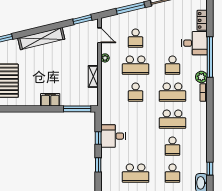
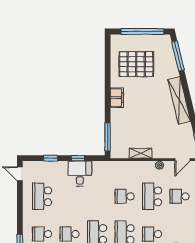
filing cabinet: (50, 100) -> (117, 98), moved

